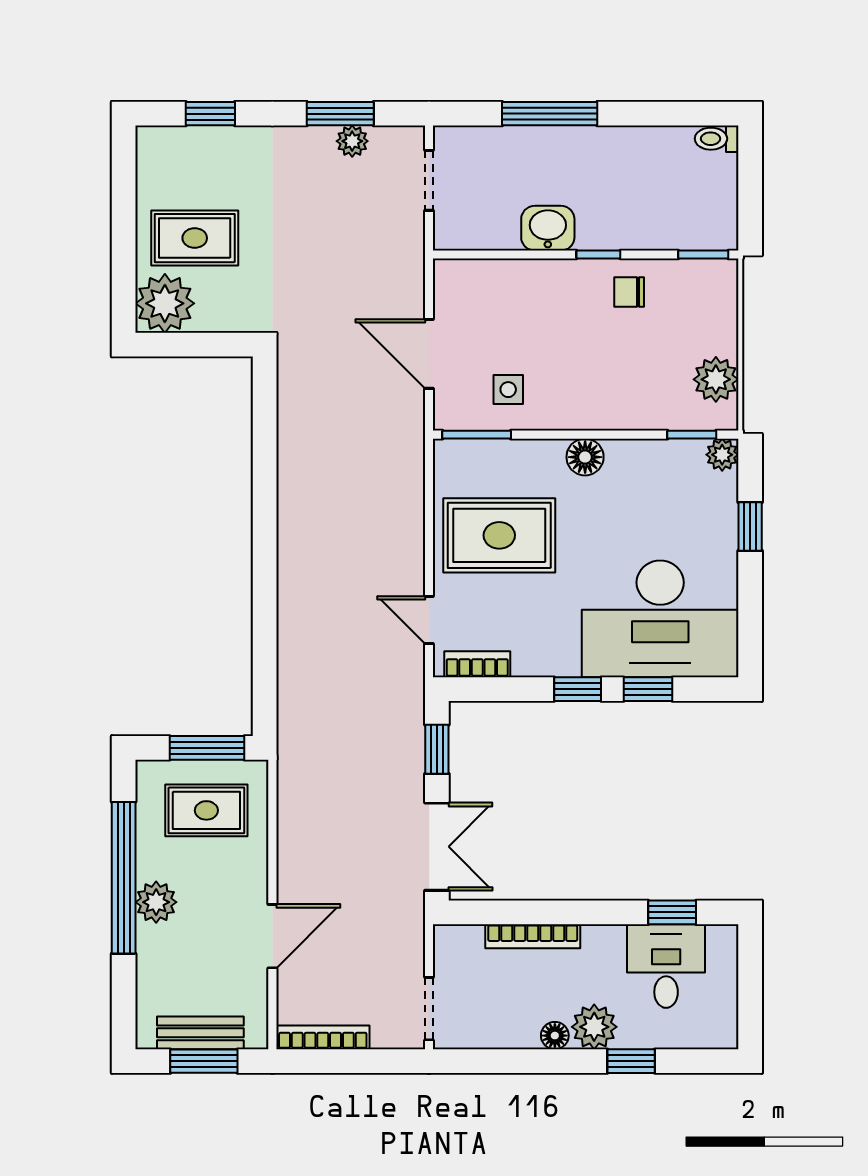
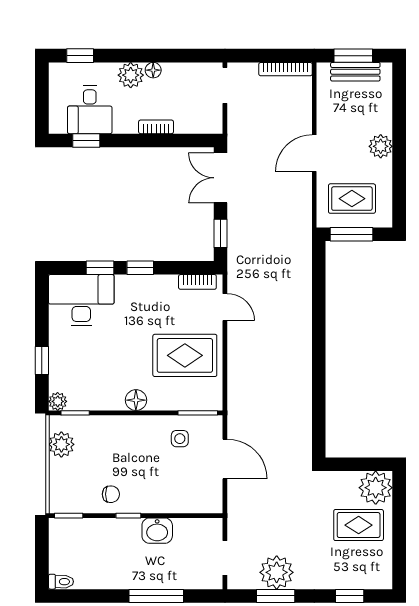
plant: (352, 141) -> (277, 572), width x1.88, depth x1.88
desk: (660, 619) -> (81, 300), width x0.73, depth x0.77
window: (124, 878) -> (399, 160), removed
door: (272, 936) -> (314, 153), moved
bookcase: (533, 936) -> (156, 127), width x0.64
window: (631, 1061) -> (80, 56), moved

